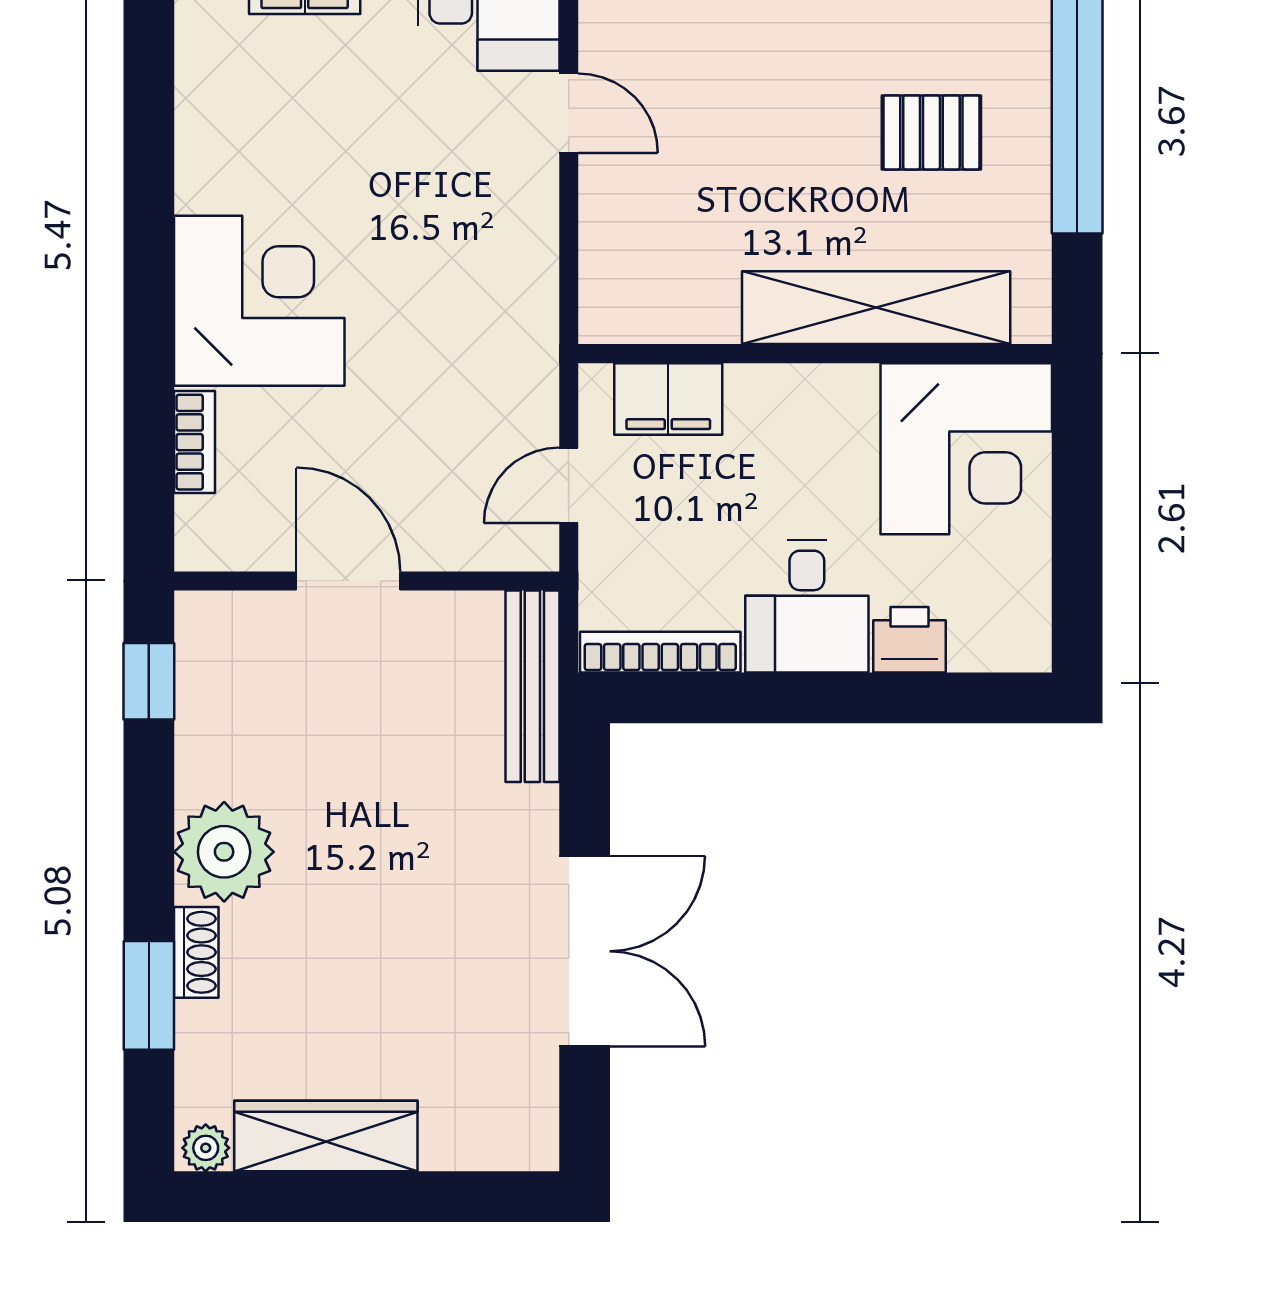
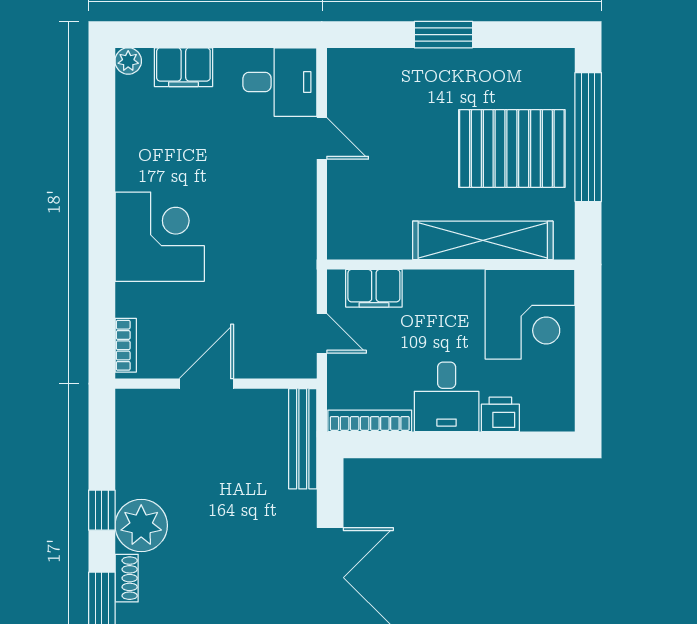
pallet: (931, 132) -> (512, 149), width x2.05, depth x2.00
bookcase: (195, 442) -> (126, 345), moved
door: (569, 485) -> (322, 333), swing flipped
door: (348, 581) -> (206, 384), hinge flipped
window: (149, 681) -> (102, 510), moved

